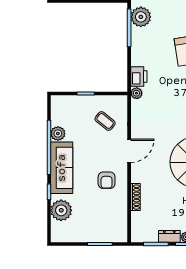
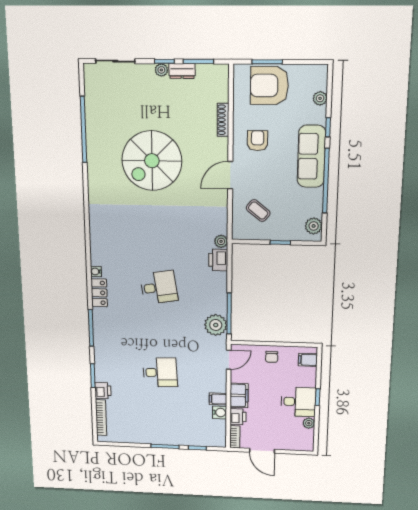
plant: (58, 134) -> (314, 226), moved
plant: (61, 210) -> (320, 98), width x0.53, depth x0.53
armchair: (98, 225) -> (269, 86), added

